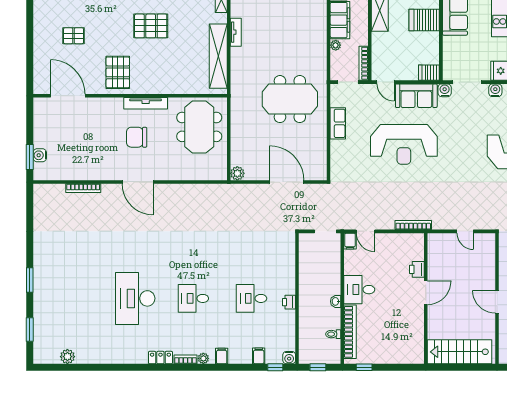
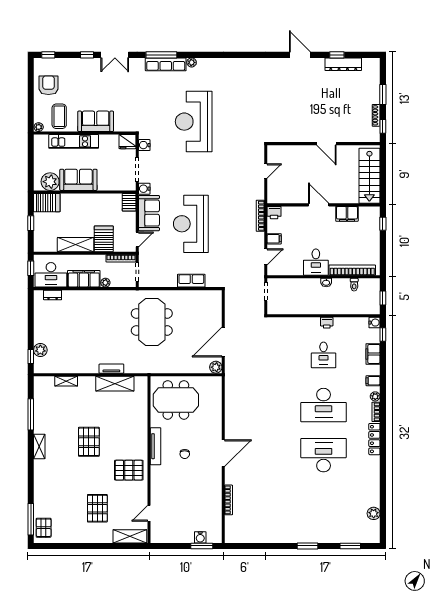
server rack: (424, 20) -> (104, 239), moved, turned 180
tv unit: (236, 32) -> (111, 369), moved
pallet: (74, 36) -> (97, 508), width x1.50, depth x1.42
shelving: (218, 56) -> (115, 384), width x0.68
shelving: (41, 74) -> (130, 536), added
door: (68, 96) -> (149, 513), width x0.53
row of seats: (338, 123) -> (191, 281), moved
chair: (137, 137) -> (185, 454), width x0.54, depth x0.54
reception desk: (404, 144) -> (191, 224), turned 180
door: (287, 182) -> (223, 342), moved
filing cabinet: (350, 241) -> (274, 239), moved
printer: (417, 269) -> (274, 213), moved
desk: (135, 298) -> (324, 455), turned 180
desk: (193, 298) -> (324, 405), width x1.87, depth x1.30
door: (497, 302) -> (326, 144), hinge flipped
filing cabinet: (415, 326) -> (347, 214), added
filing cabinet: (259, 356) -> (373, 354), width x2.00
locker: (160, 358) -> (374, 439), width x1.53
window: (364, 367) -> (383, 224), moved

